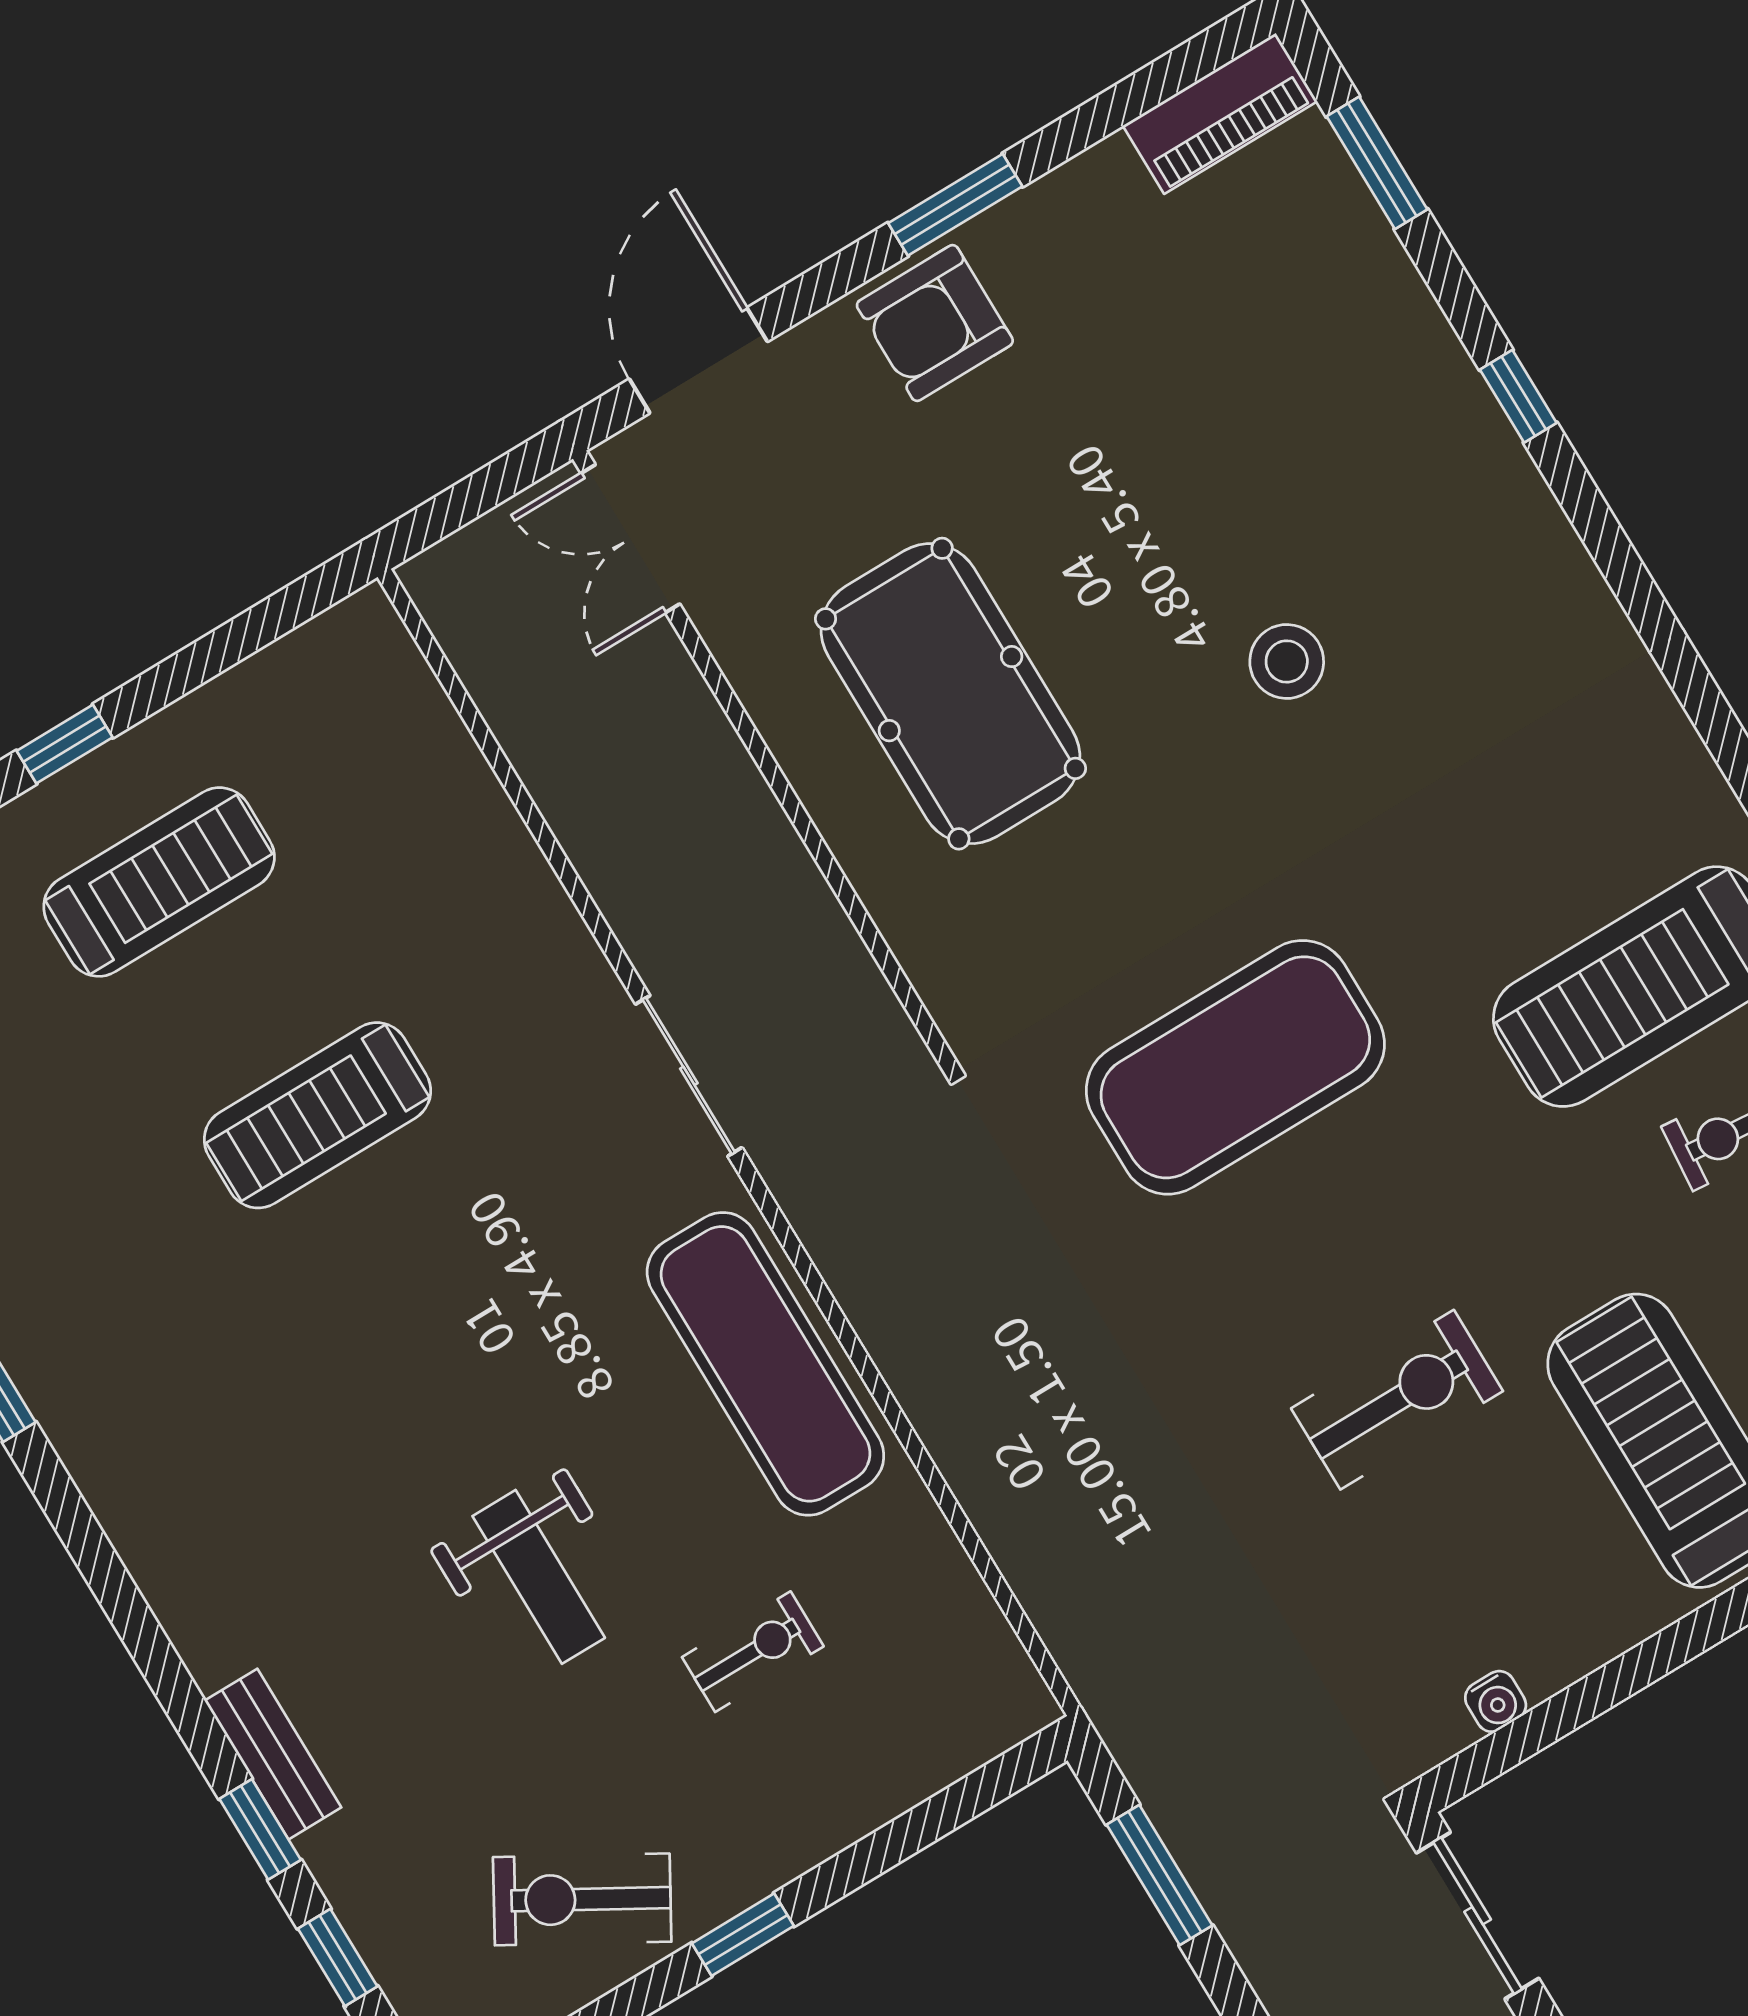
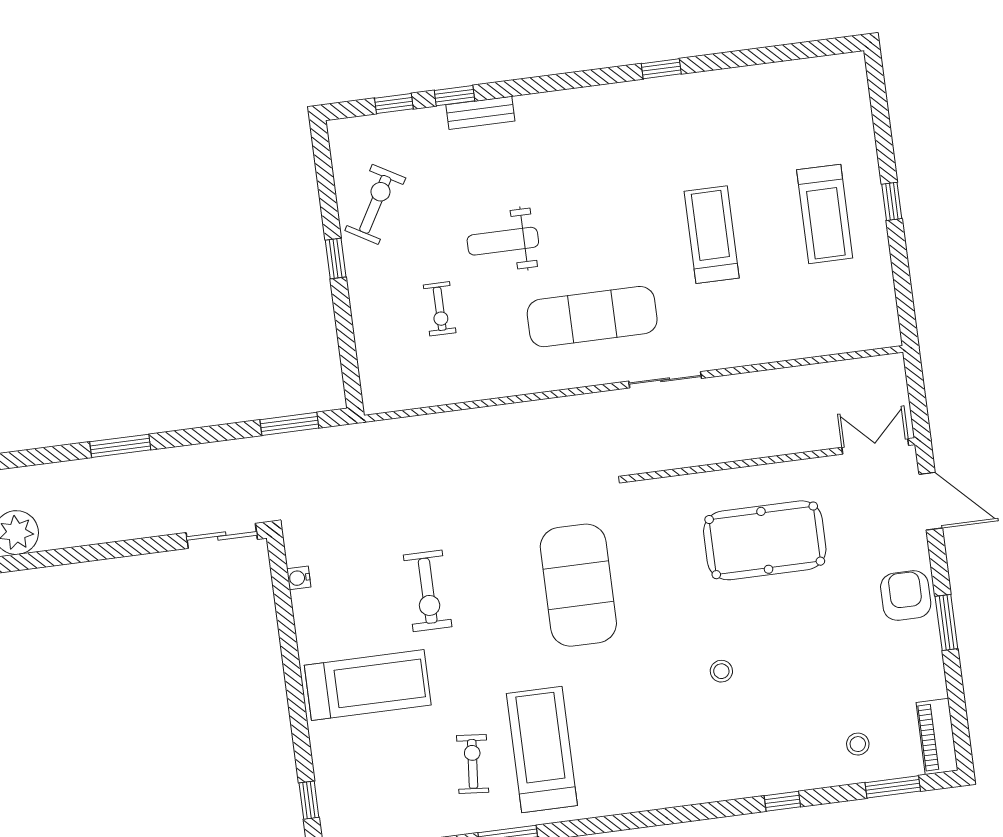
stool: (1315, 283) -> (858, 744), added
stool: (1287, 661) -> (721, 671), width x0.73, depth x0.73
exercise mat: (765, 1364) -> (592, 317), moved

